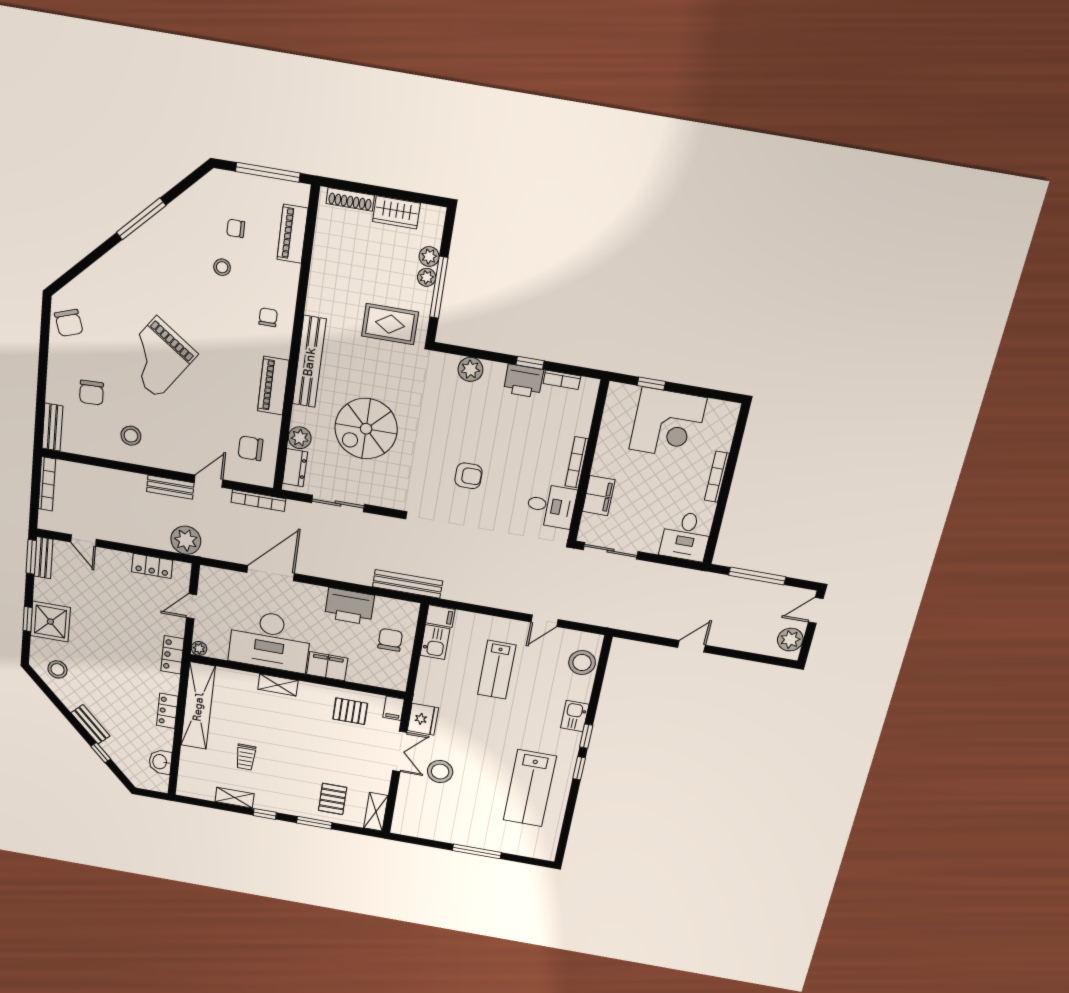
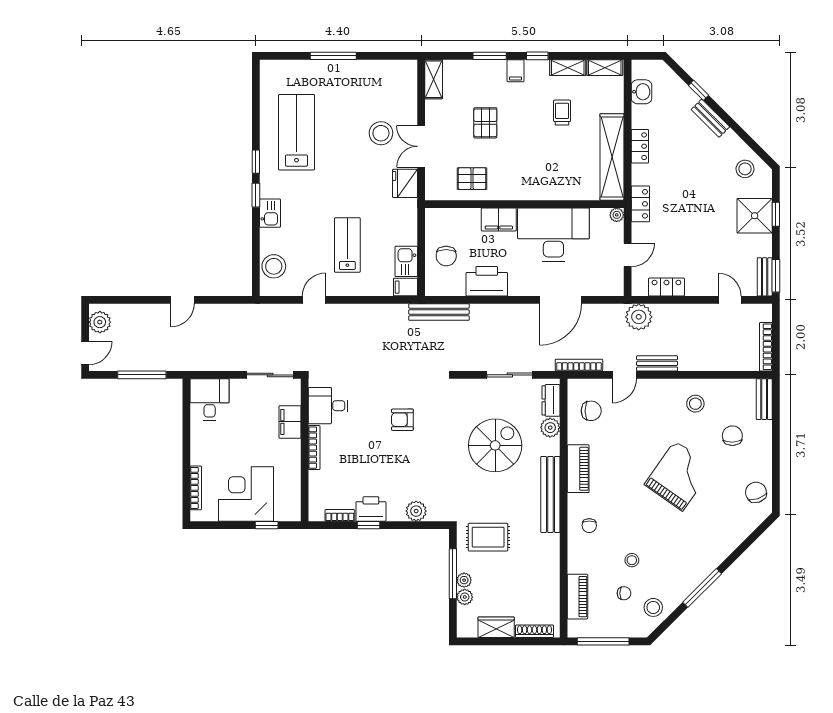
stool: (202, 205) -> (653, 607), added
bookcase: (717, 477) -> (196, 488), moved
shelving: (278, 685) -> (605, 68), moved
filing cabinet: (394, 708) -> (516, 71), moved, turned 180
pallet: (333, 799) -> (485, 123), moved

